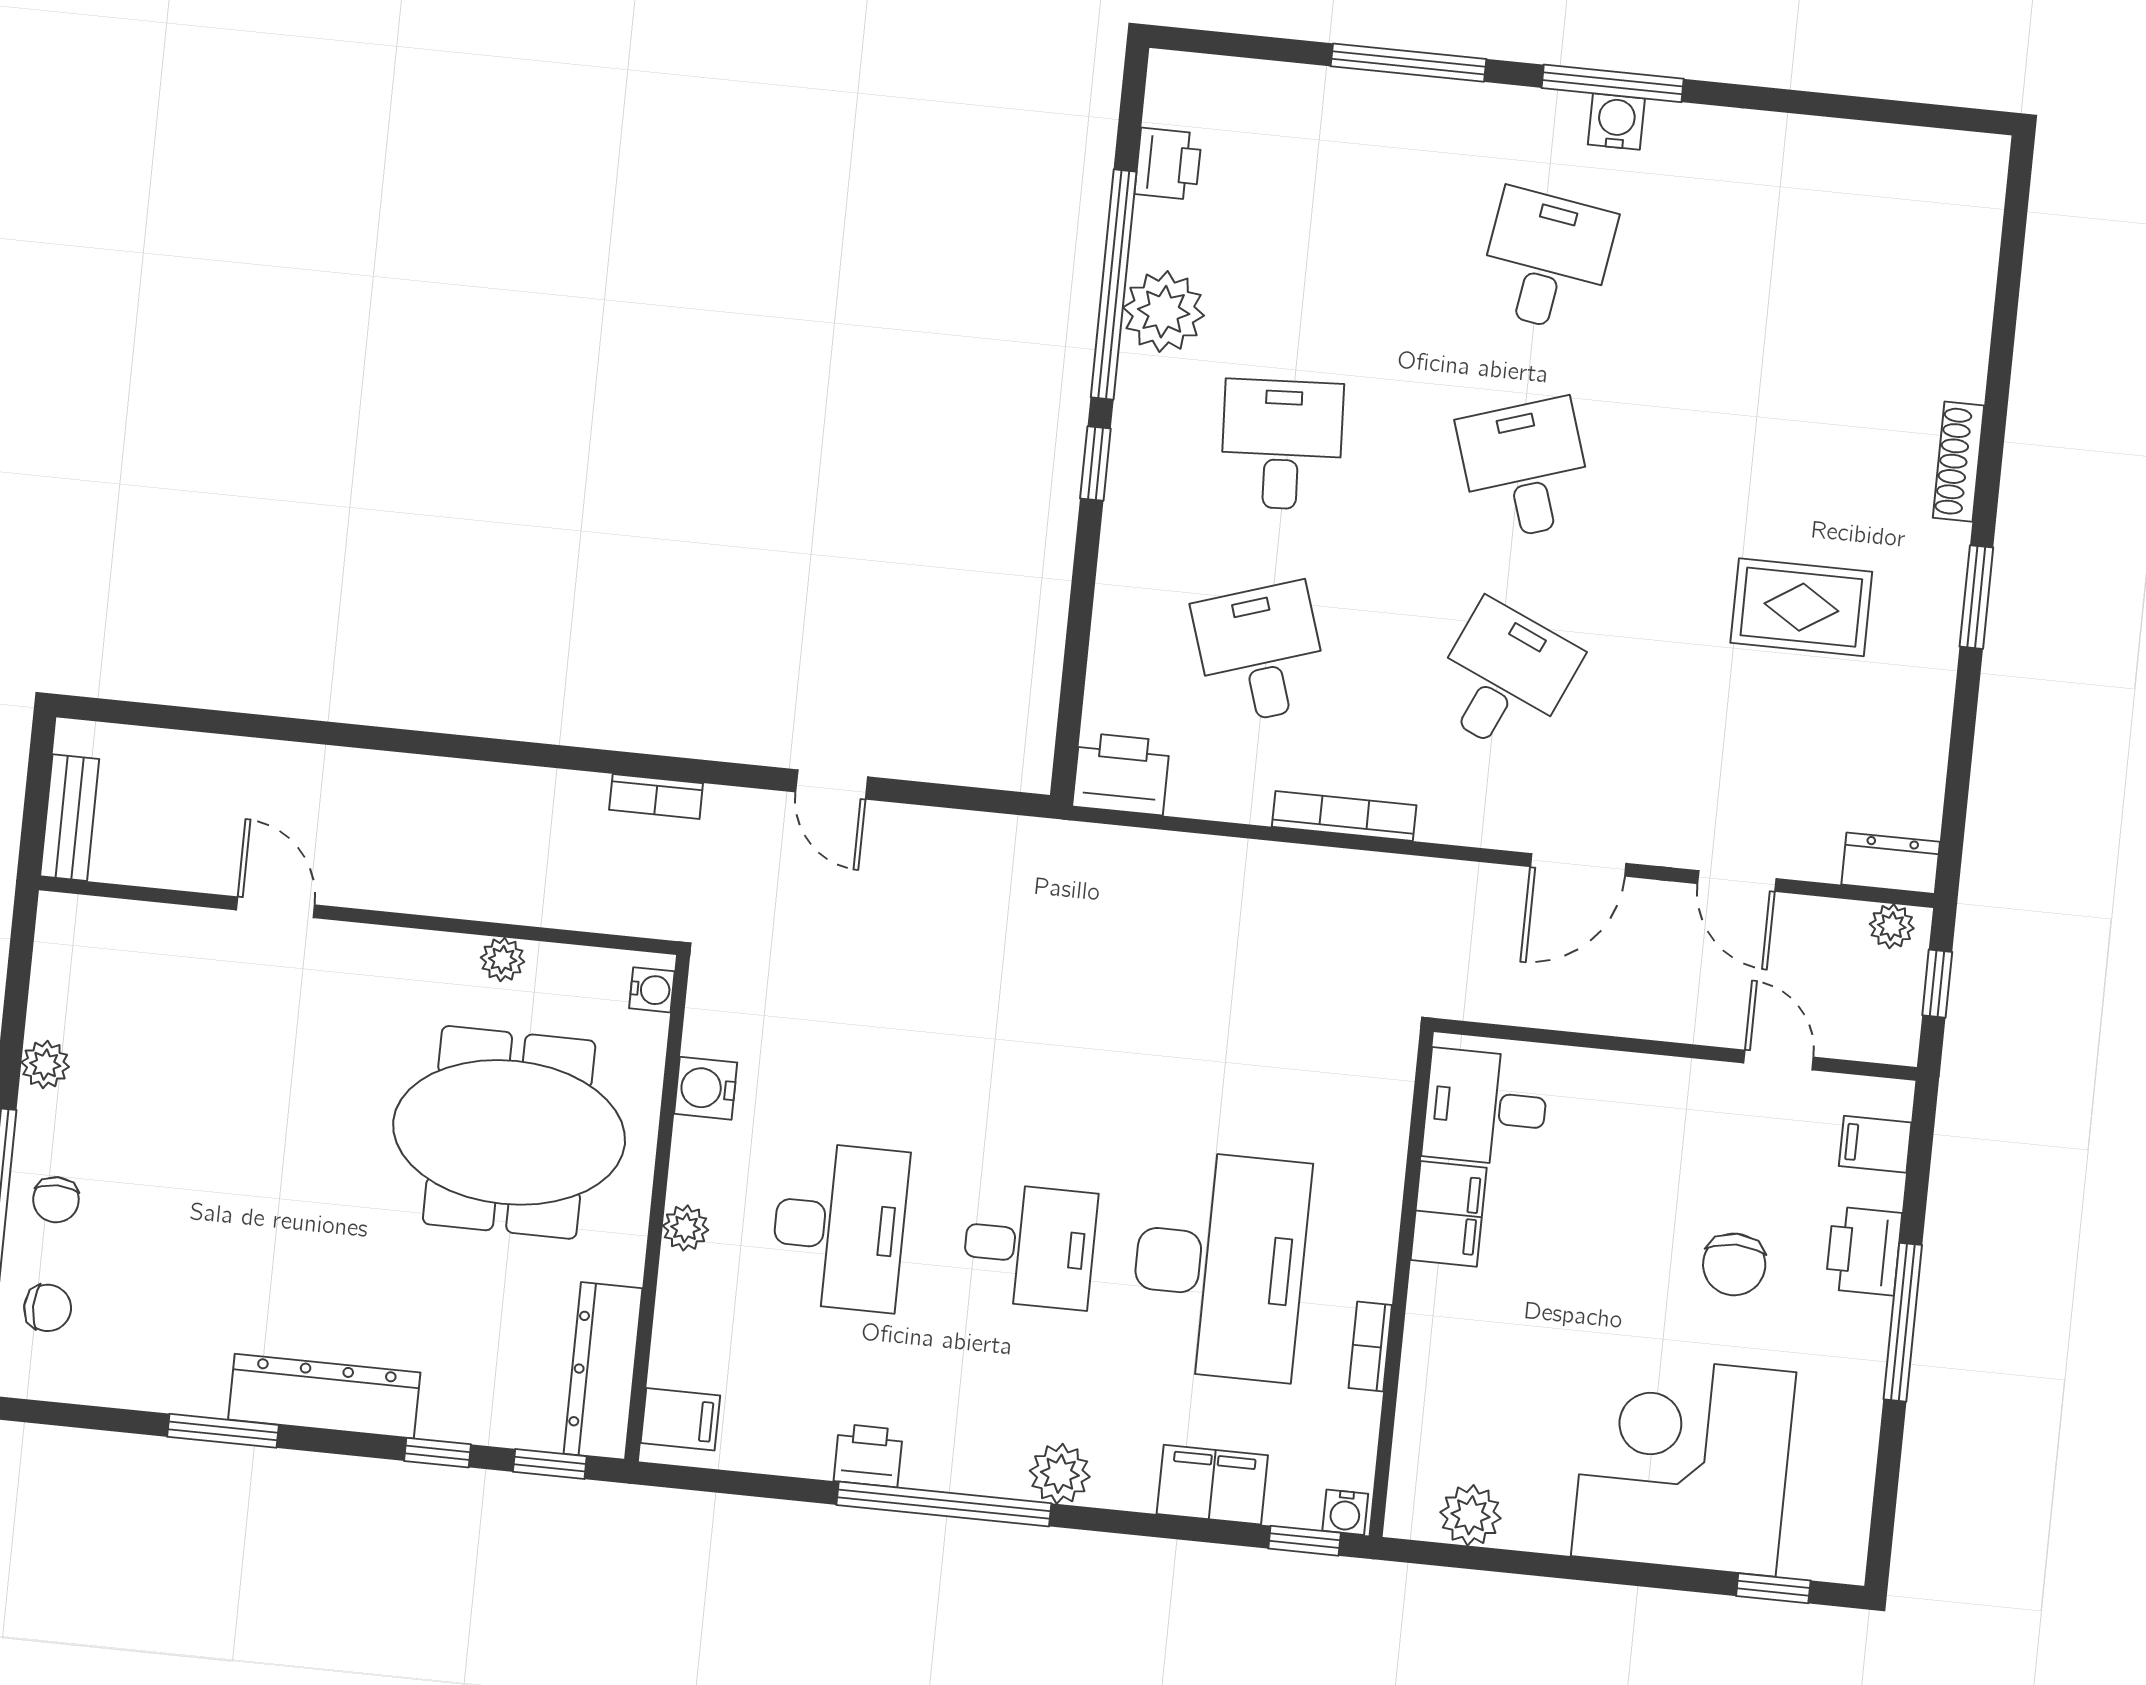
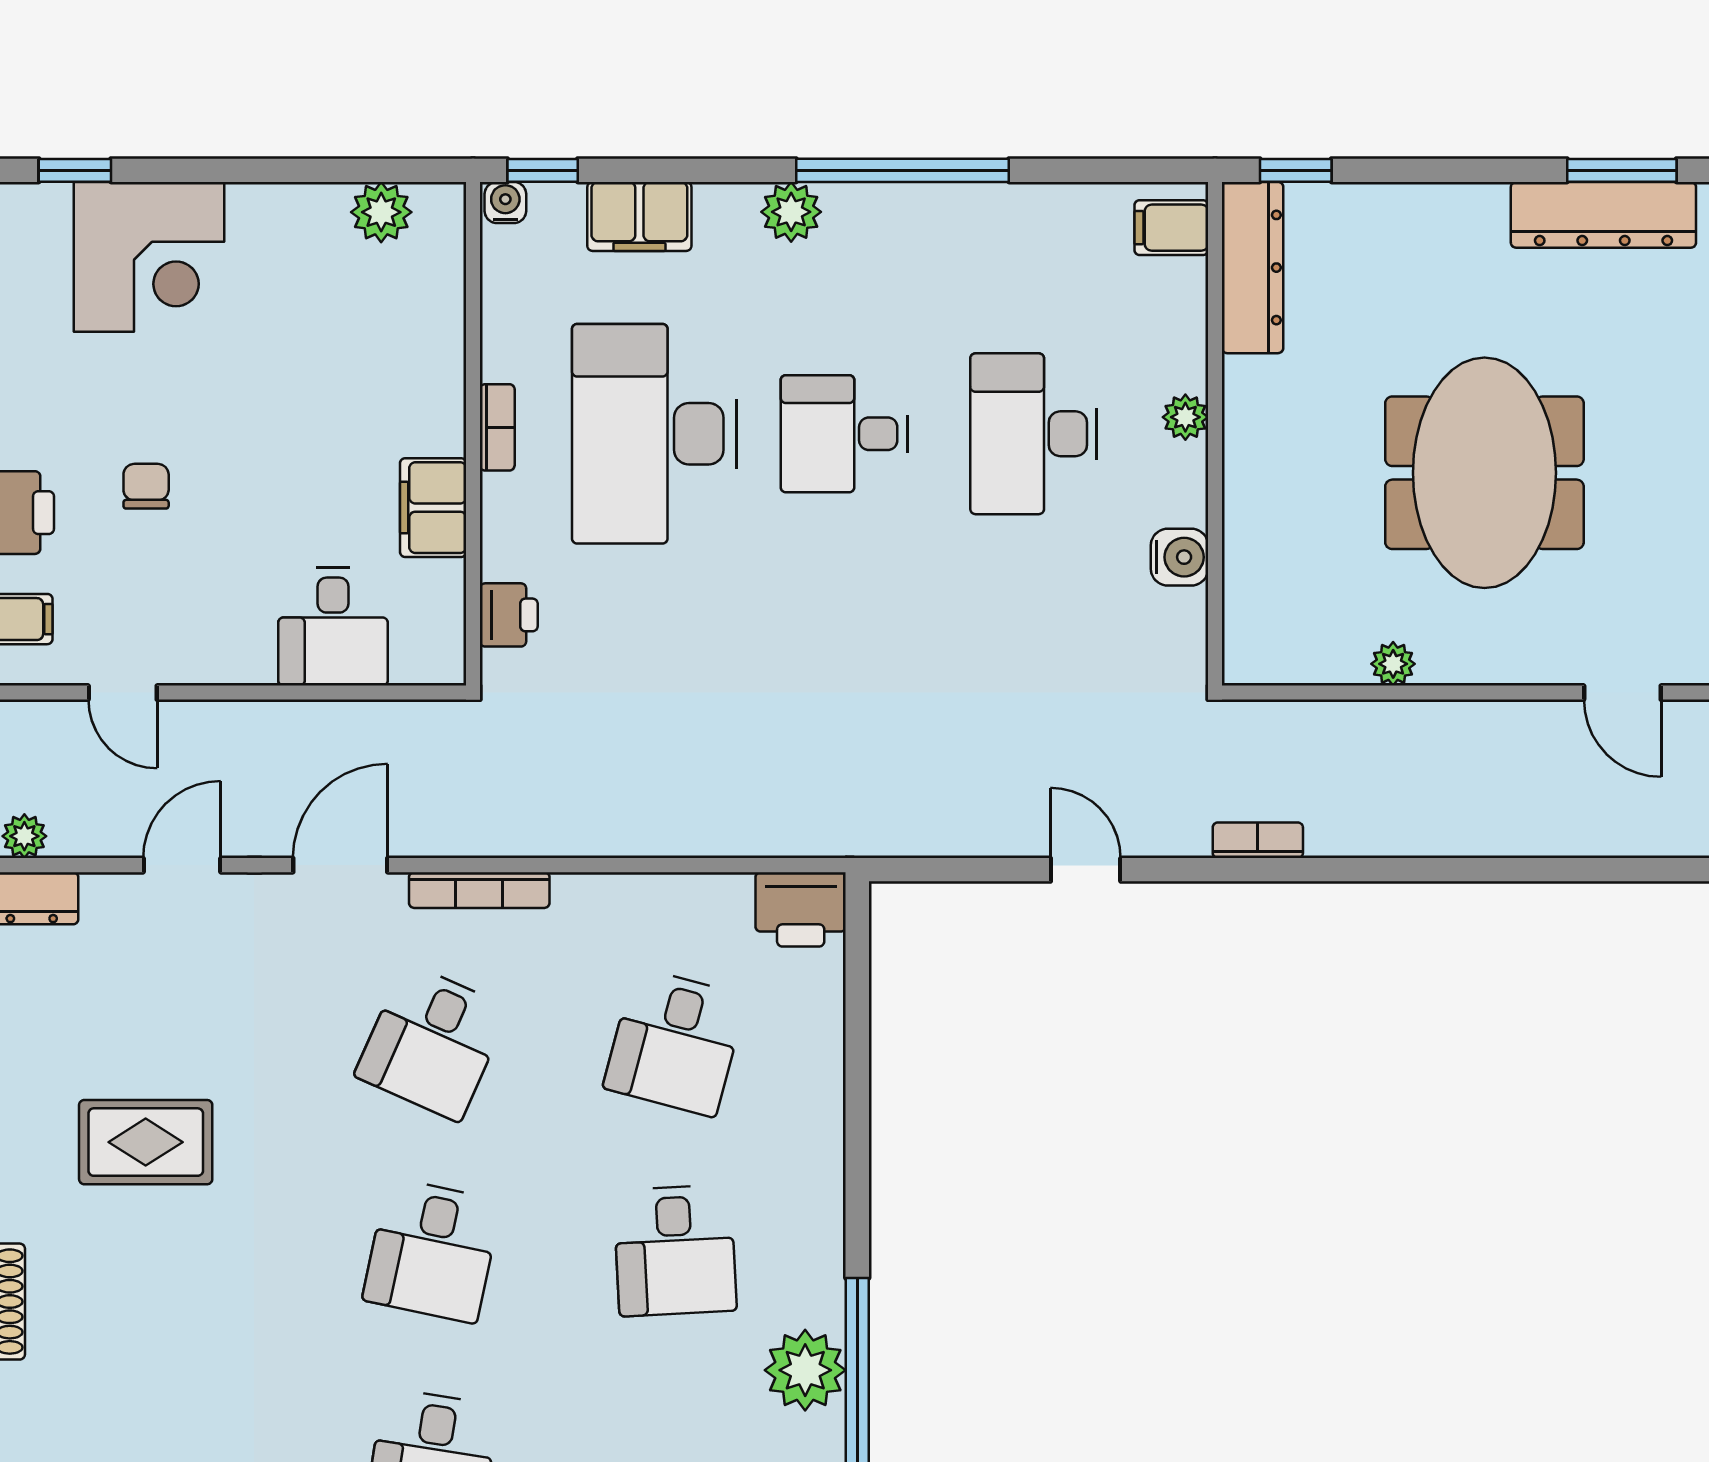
window: (1095, 464) -> (857, 1213), removed
desk: (1525, 469) -> (432, 1251), turned 30
desk: (1261, 653) -> (675, 1042), turned 33
bookcase: (1344, 816) -> (479, 890), moved
door: (1737, 881) -> (182, 865), hinge flipped
water cooler: (652, 990) -> (1243, 649), removed
desk: (1486, 1108) -> (333, 627), moved, turned 90
meeting table: (509, 1132) -> (1484, 473), moved, turned 90
chair: (1734, 1264) -> (146, 486), width x0.73, depth x0.73
bookcase: (1370, 1347) -> (497, 427), moved
dresser: (324, 1396) -> (1603, 215), moved
window: (438, 1453) -> (1408, 170), removed
printer: (868, 1456) -> (509, 615), moved, turned -90
corner desk: (1684, 1464) -> (149, 257), width x0.74, depth x0.74

